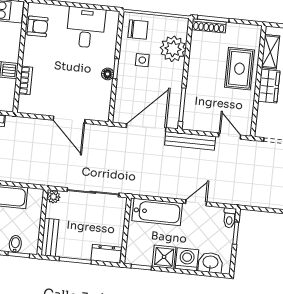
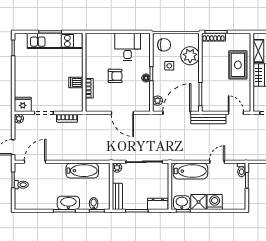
armchair: (37, 26) -> (115, 76), moved
plant: (121, 108) -> (158, 101), added
washbasin: (210, 263) -> (182, 203), moved

